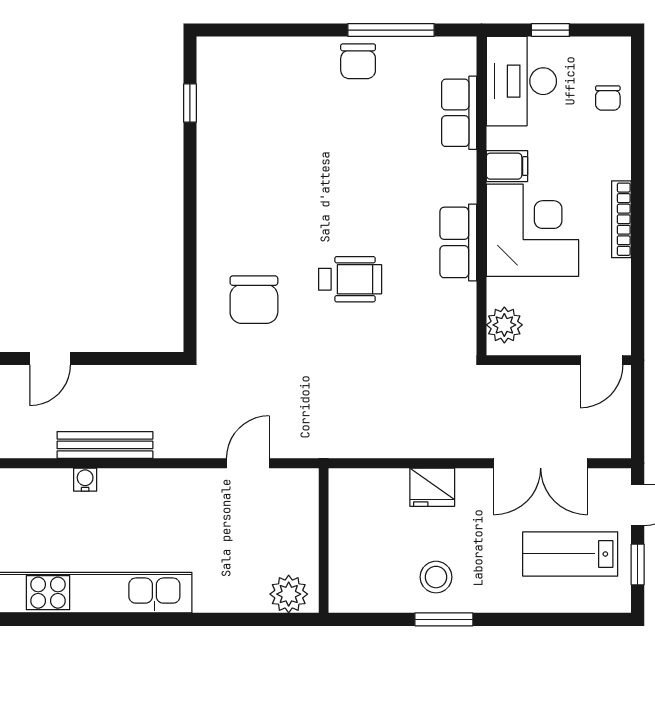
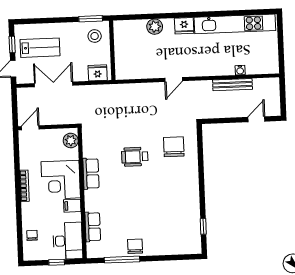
wall: (324, 541) -> (112, 50), moved
fridge: (217, 593) -> (184, 26), added

